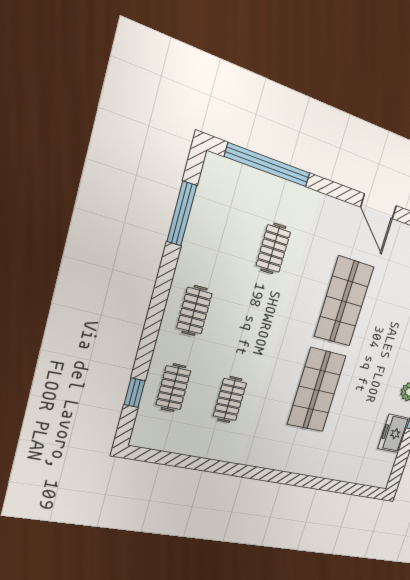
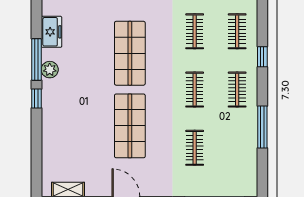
window: (182, 214) -> (262, 127), moved
clothes rail: (251, 326) -> (195, 90), added
window: (135, 393) -> (262, 57), moved

